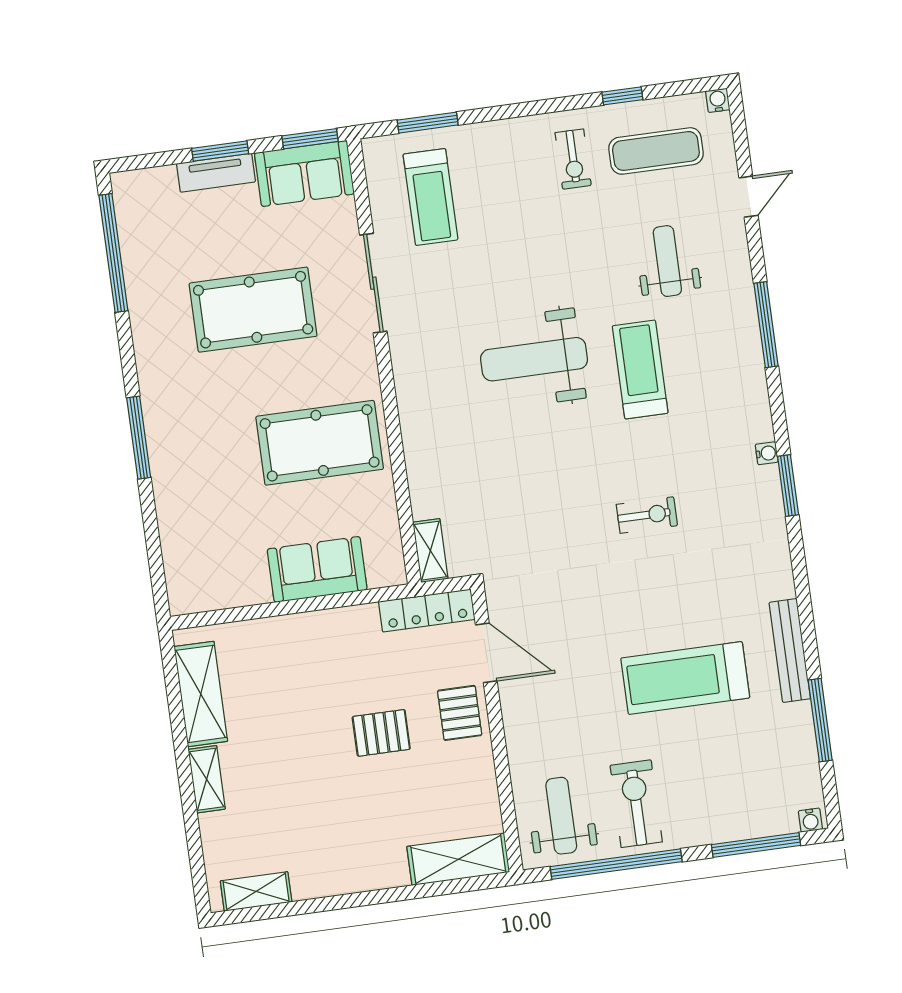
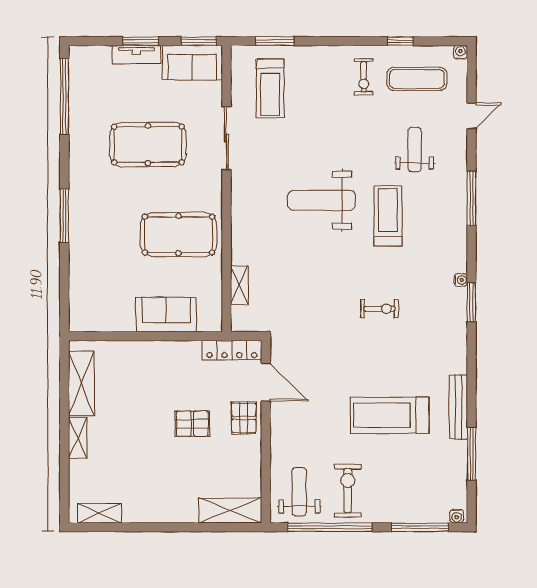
shelving: (430, 551) -> (239, 285), moved

